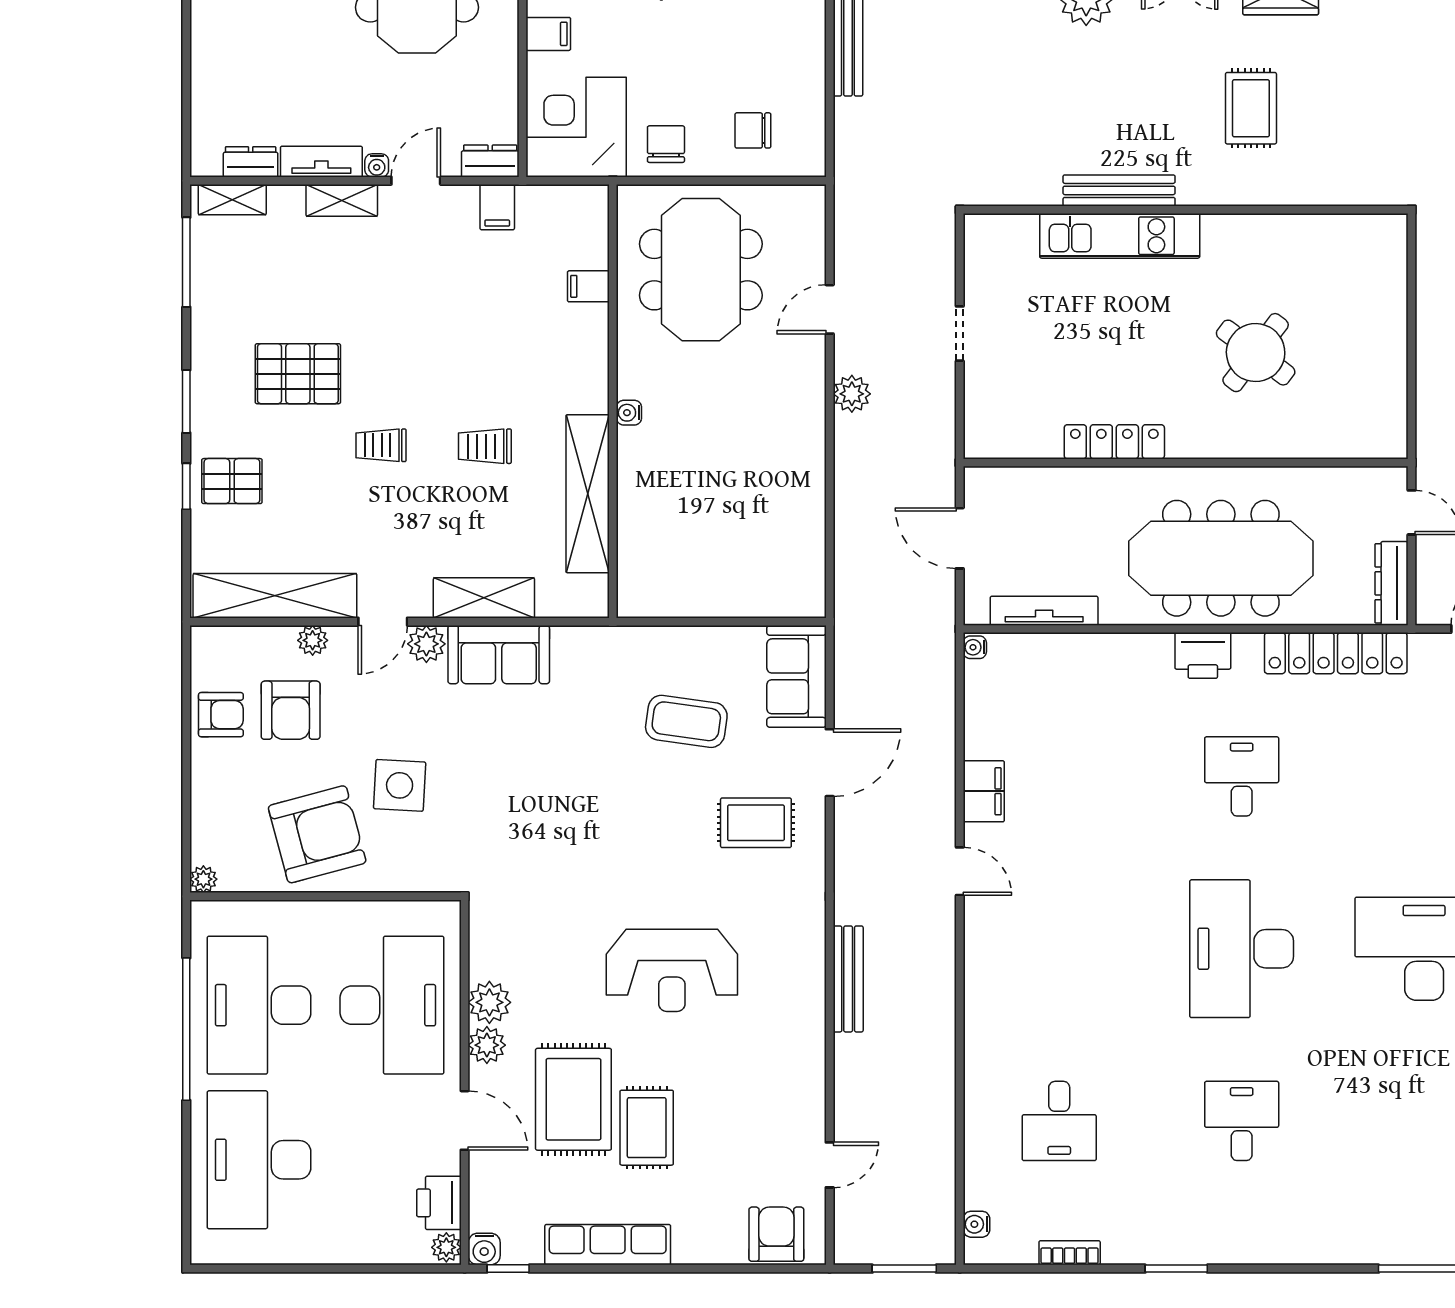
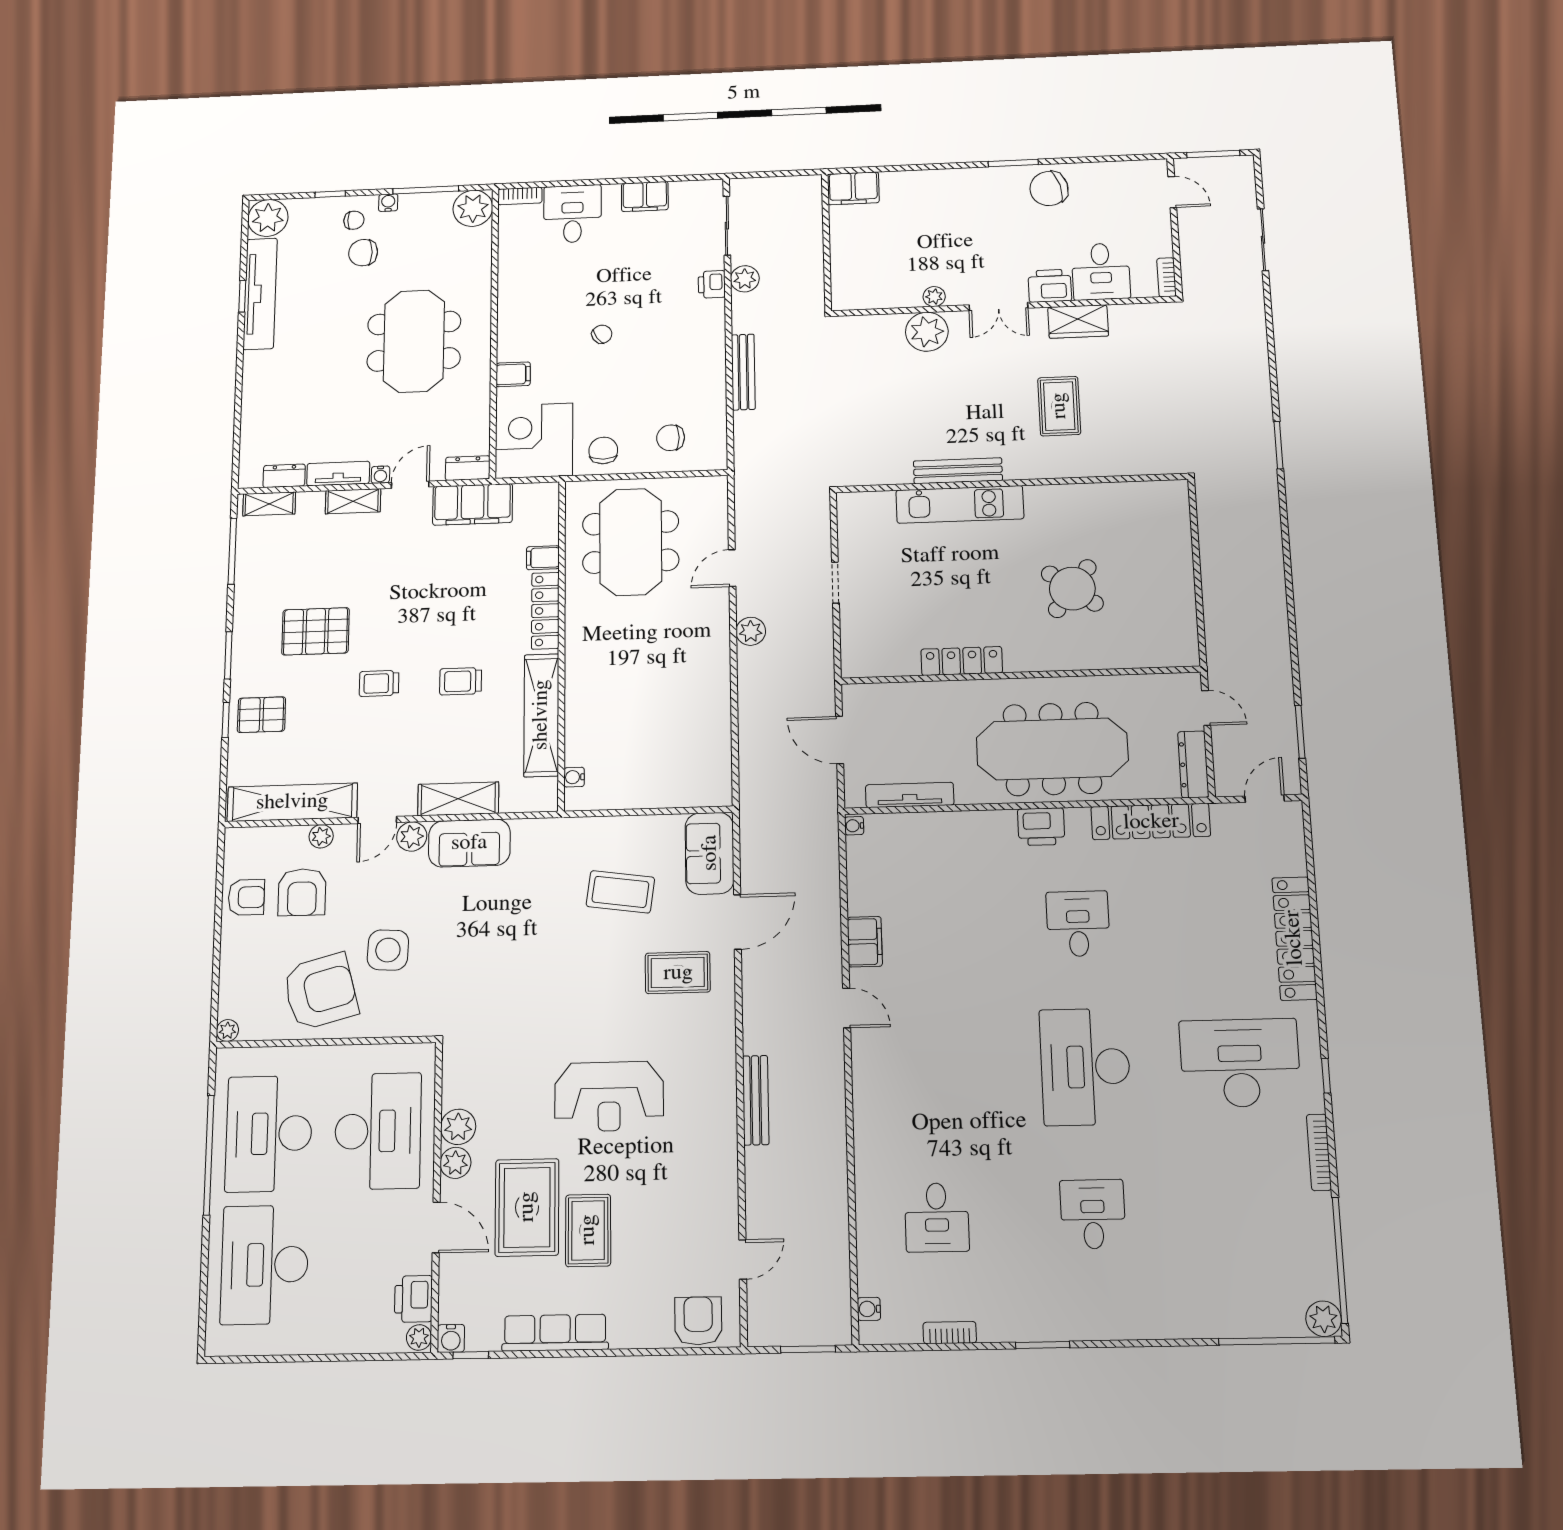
filing cabinet: (497, 207) -> (473, 504), width x3.00, depth x1.17
locker: (592, 357) -> (545, 611), added
water cooler: (629, 413) -> (574, 777), moved

